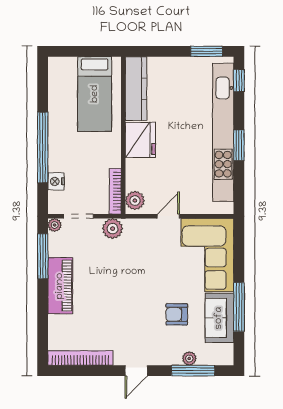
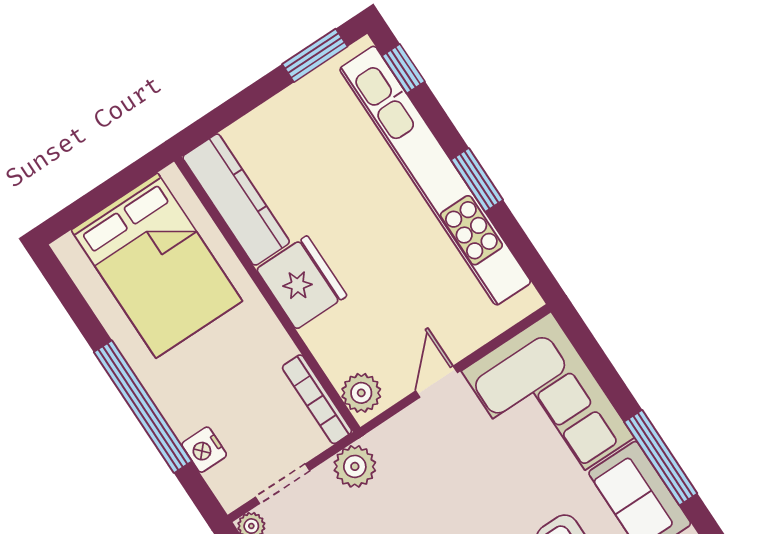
bed: (95, 94) -> (157, 265), width x1.50

